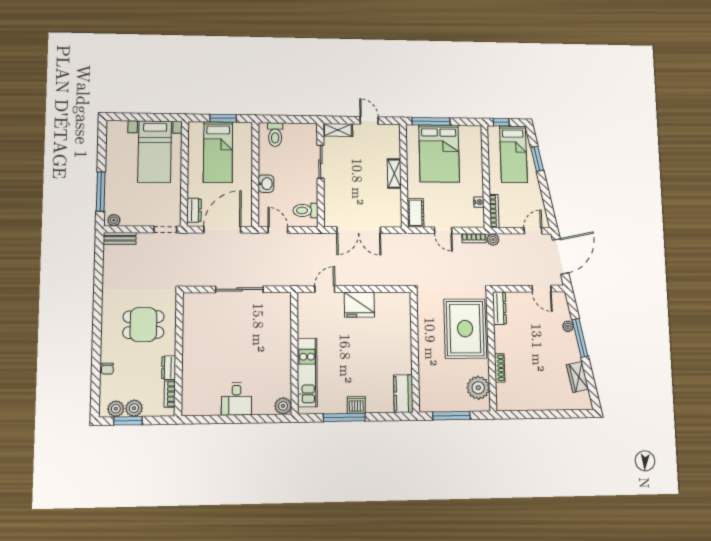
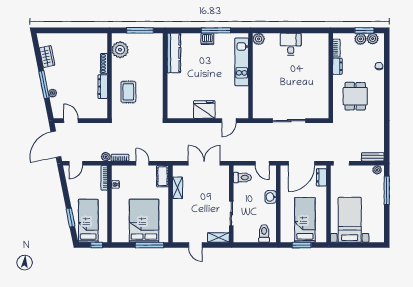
shelving: (394, 174) -> (178, 188), moved
dresser: (499, 308) -> (103, 87), moved
dining table: (143, 325) -> (355, 96), turned 90
rug: (465, 329) -> (128, 92), width x0.54, depth x0.49
kitchen counter: (403, 394) -> (174, 53), width x1.50

